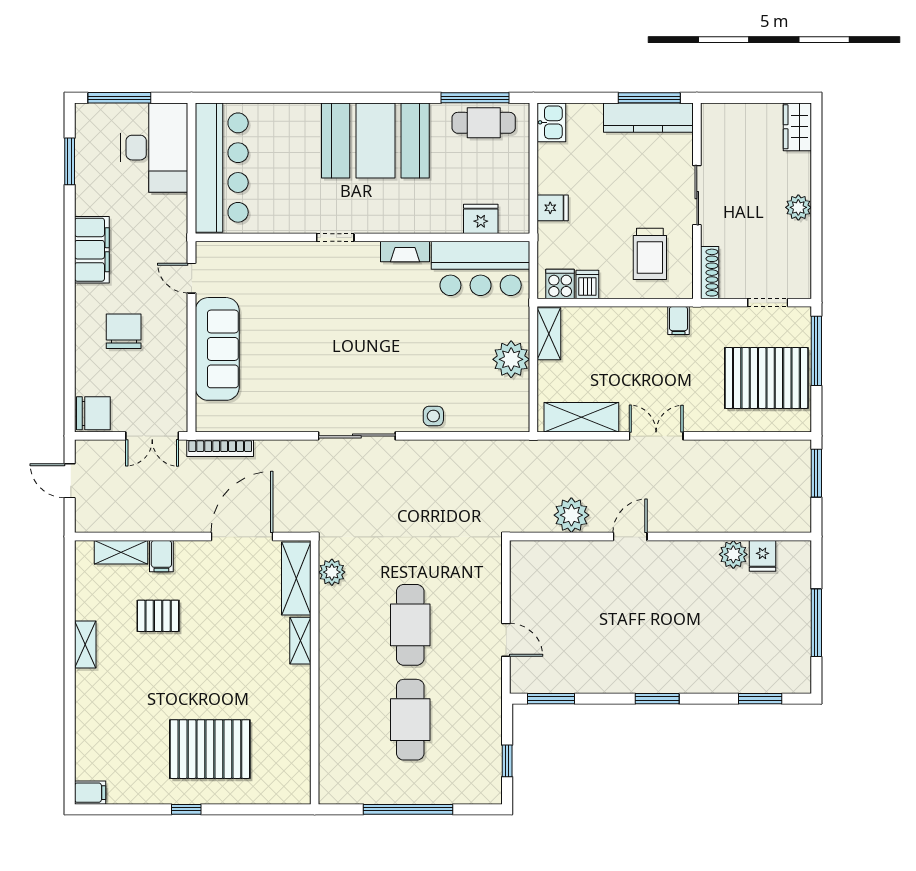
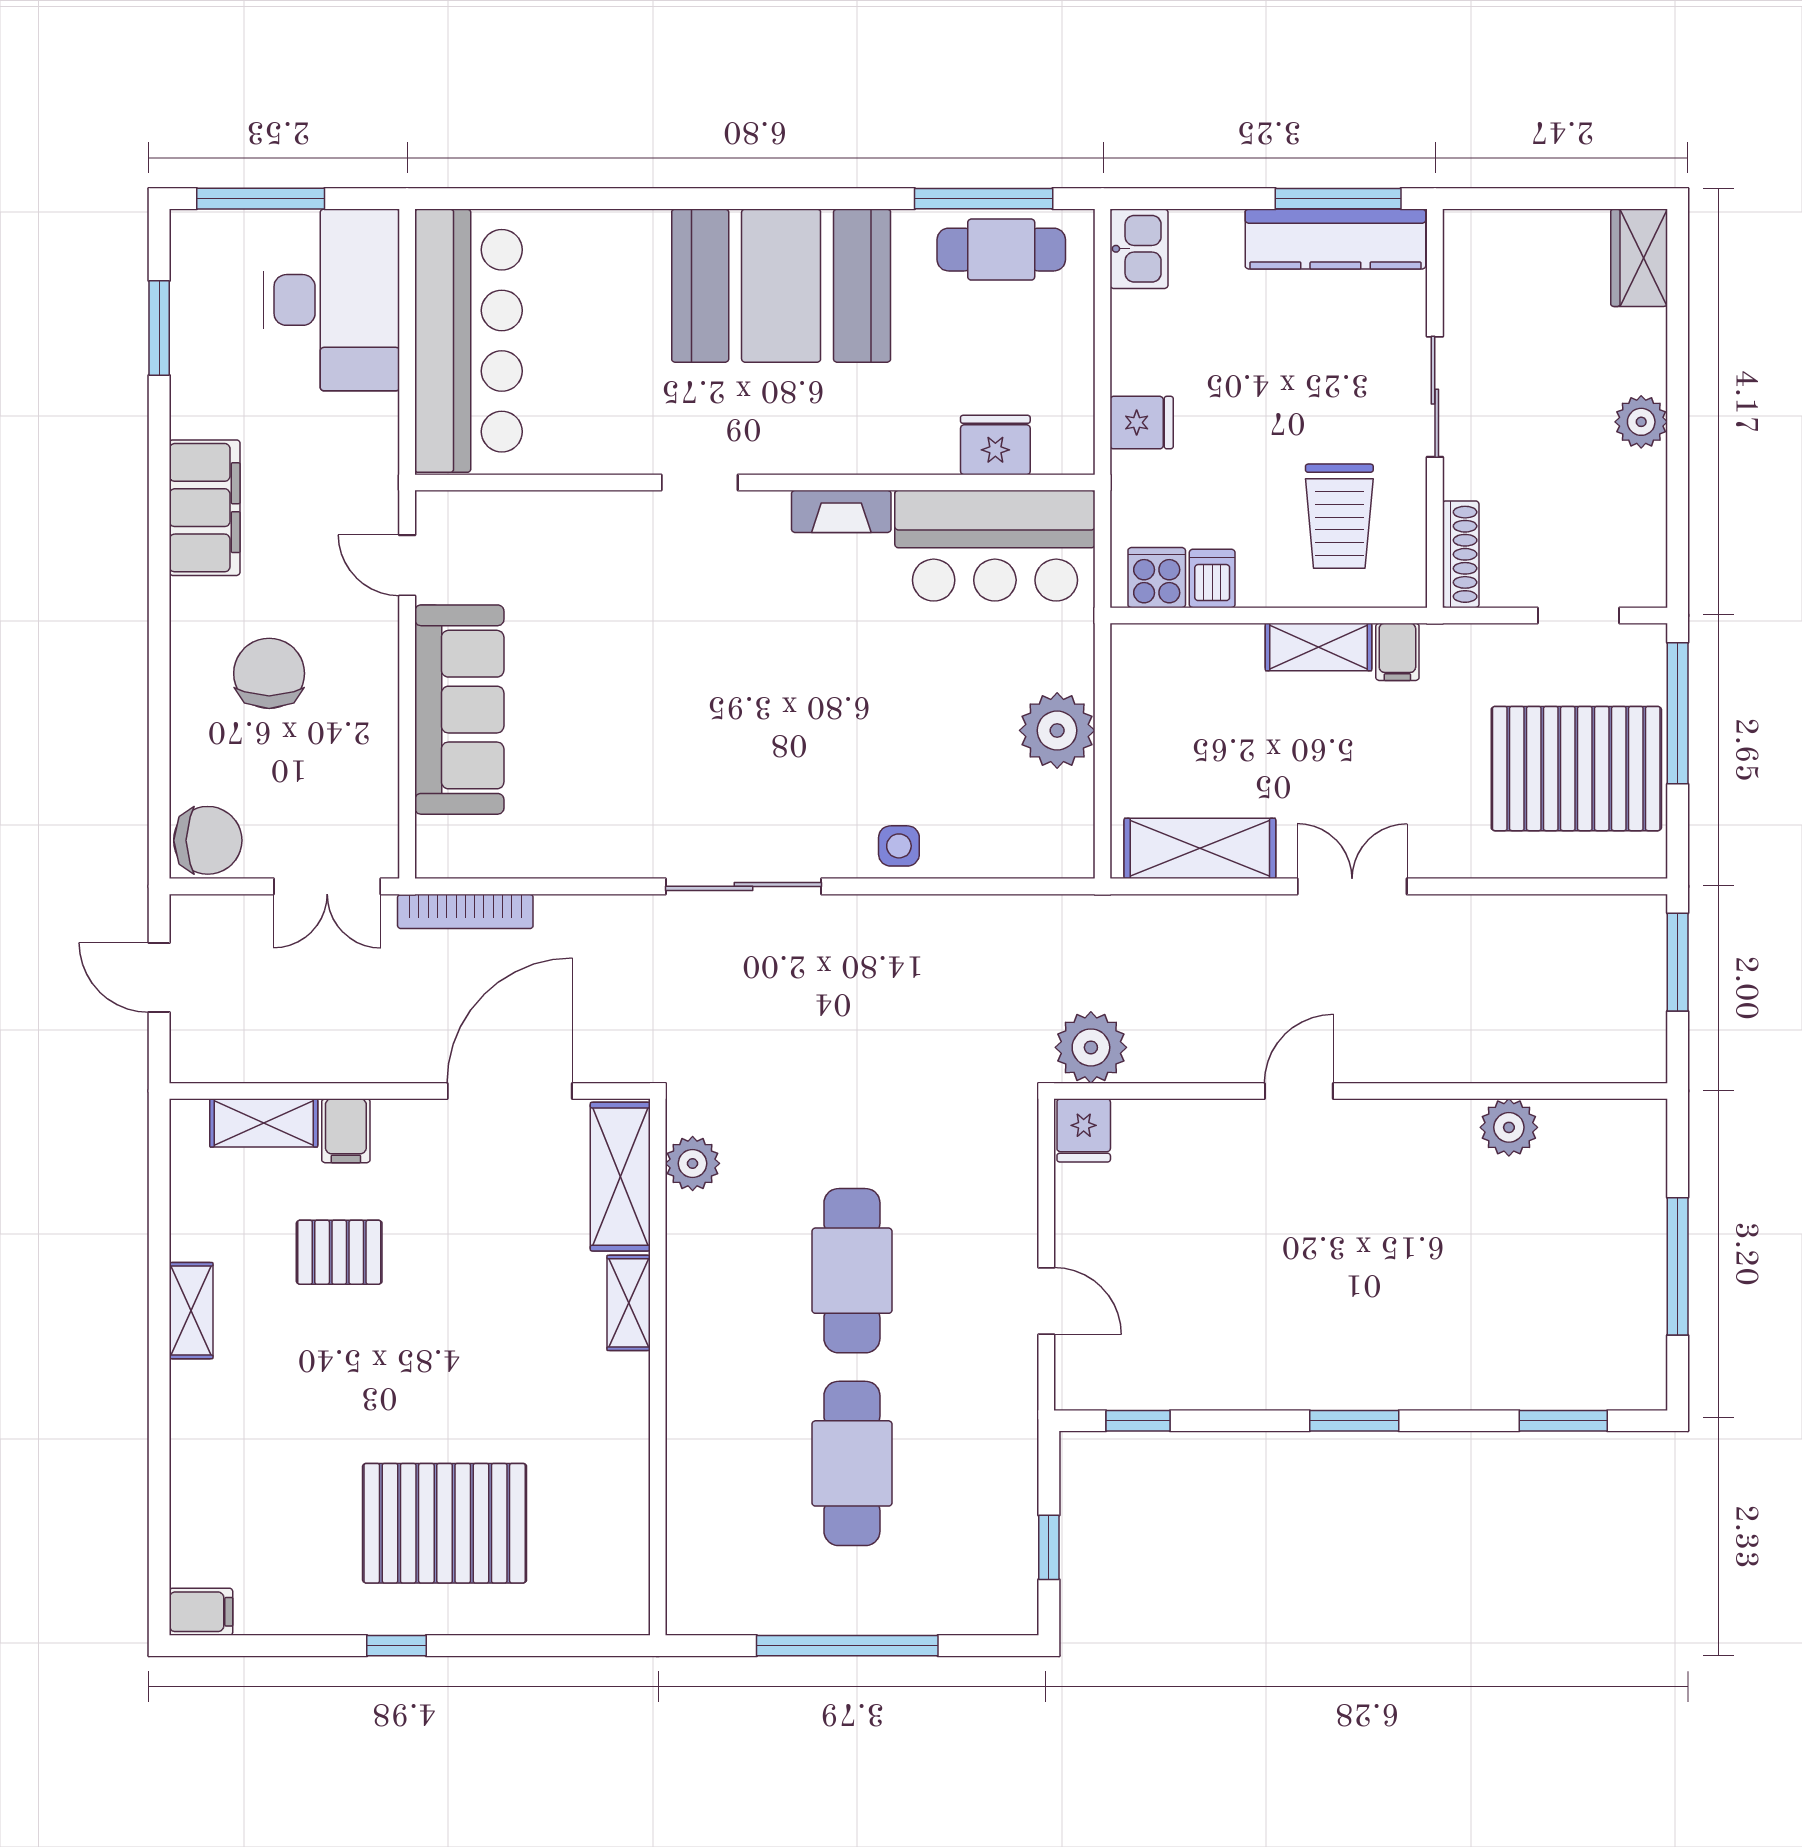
shelving: (549, 334) -> (1319, 647), moved, turned 90
plant: (571, 515) -> (1091, 1047), moved
fridge: (763, 556) -> (1084, 1130), moved
window: (551, 699) -> (1138, 1421), width x0.67

